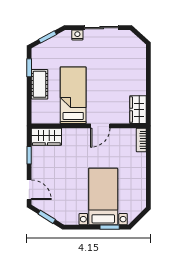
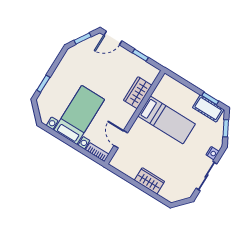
cot: (40, 84) -> (208, 109), moved
wardrobe: (138, 110) -> (149, 181), moved
door: (100, 126) -> (121, 139), moved
wardrobe: (46, 137) -> (138, 93), moved
bed with nightstands: (103, 196) -> (79, 115), moved, turned -90

